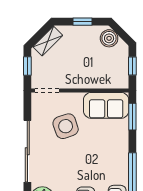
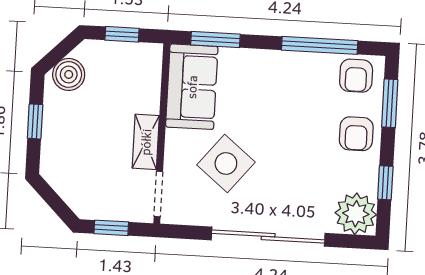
shelving: (48, 41) -> (146, 142), moved, turned 45
side table: (66, 126) -> (226, 163), turned -32

